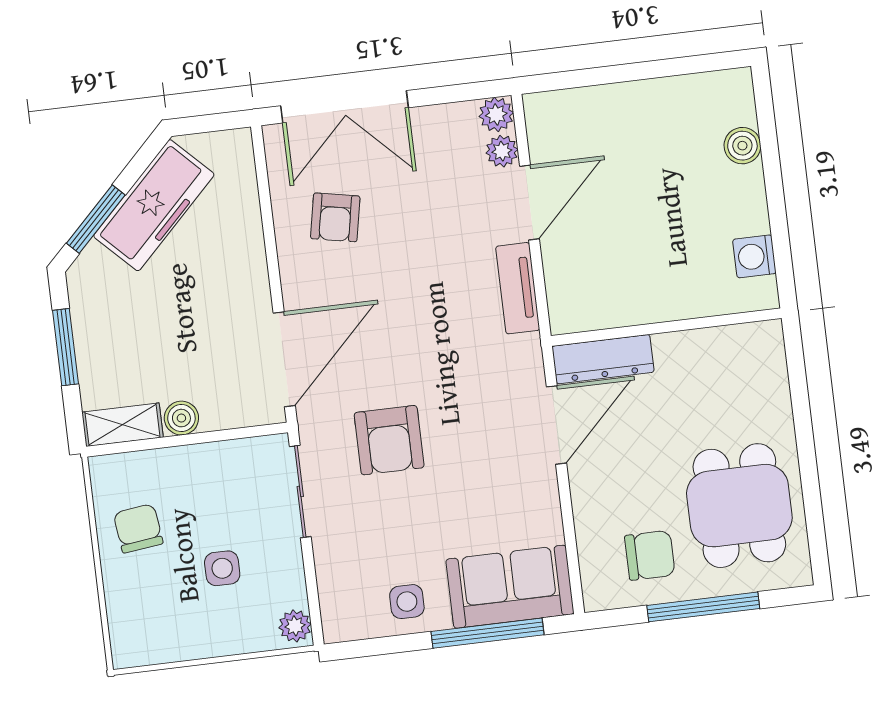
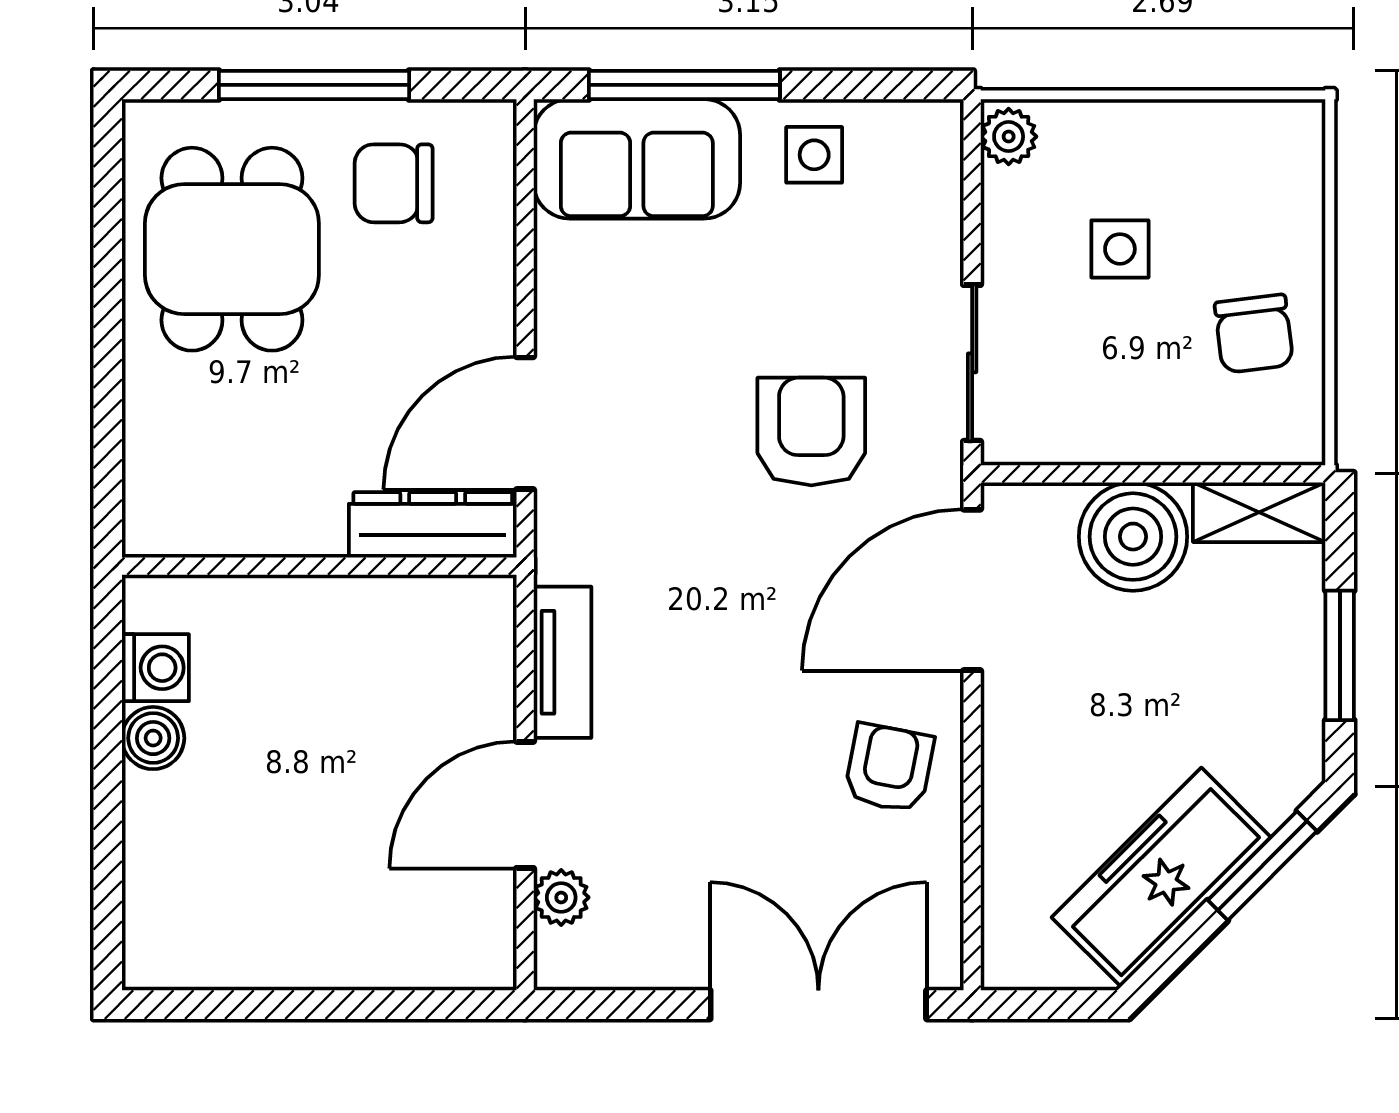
plant: (496, 114) -> (563, 961), removed
boiler: (742, 146) -> (153, 738), moved
armchair: (335, 217) -> (889, 768), moved
boiler: (181, 418) -> (1133, 537), width x1.86, depth x1.86

